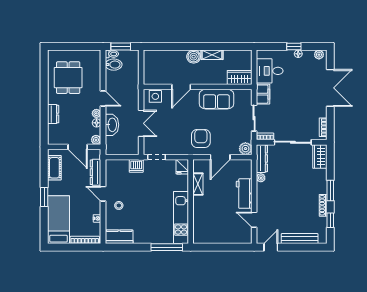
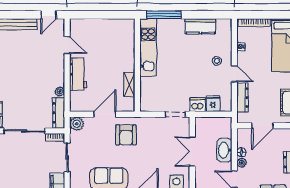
plant: (96, 140) -> (242, 134), removed
door: (78, 147) -> (262, 126), swing flipped
fridge: (182, 167) -> (213, 104), moved
kitchen counter: (119, 237) -> (200, 26), moved

